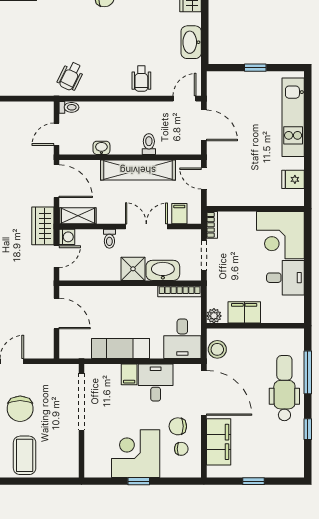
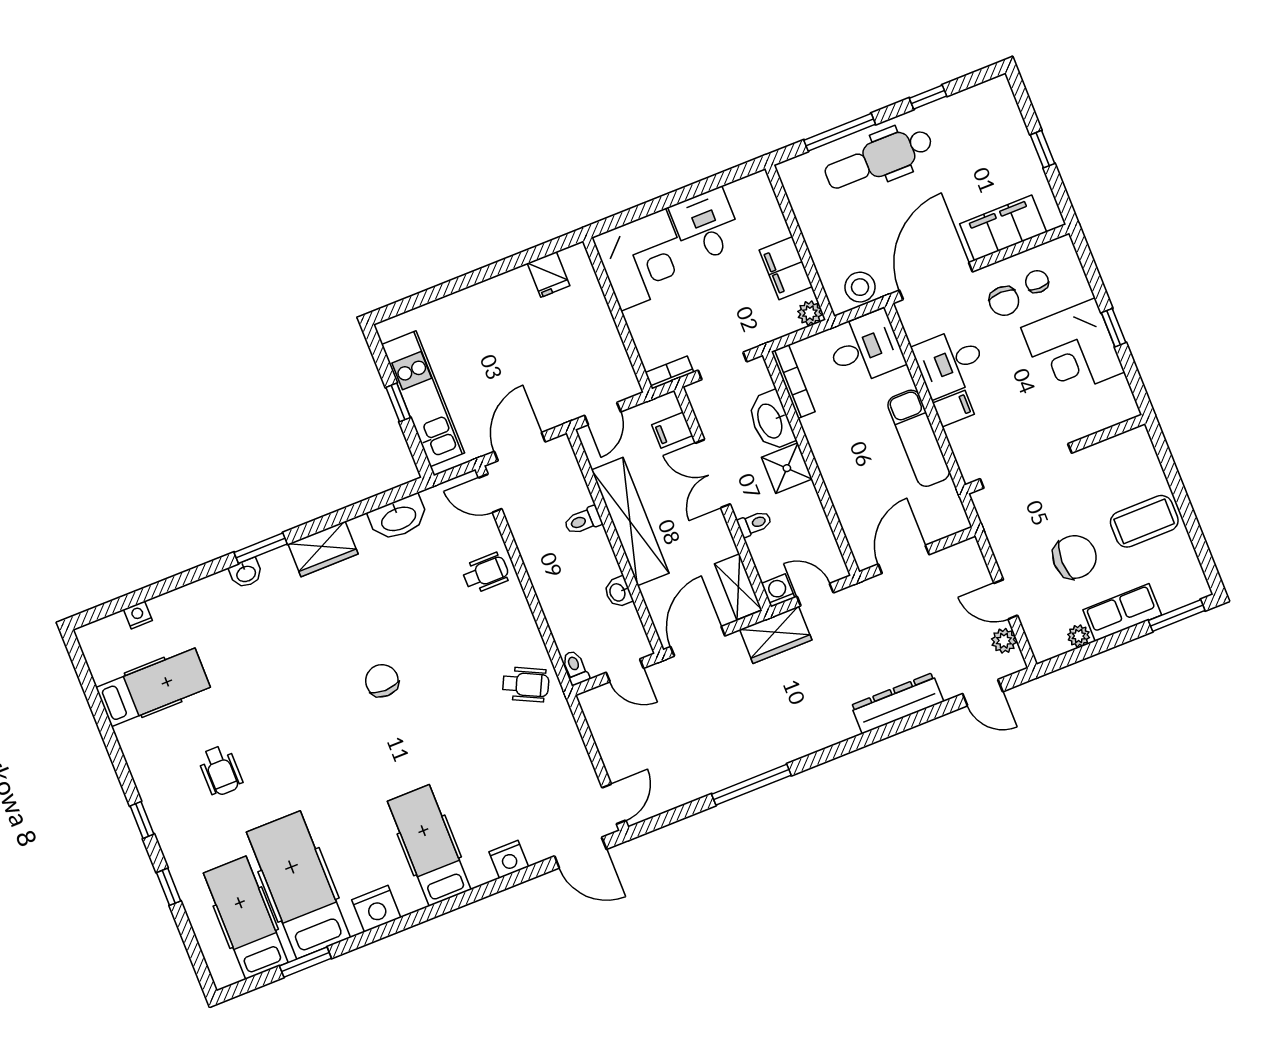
kitchen unit: (293, 117) -> (423, 399), moved, turned -90

